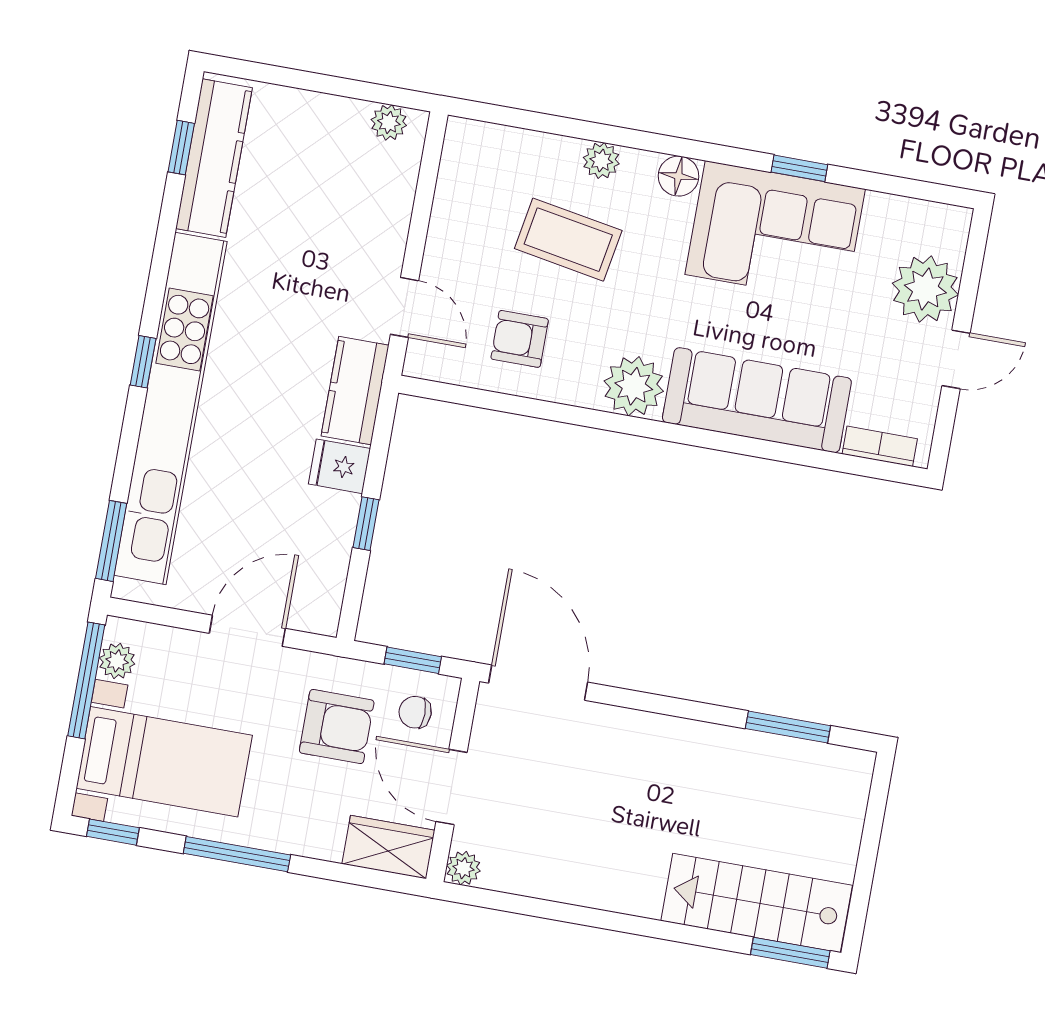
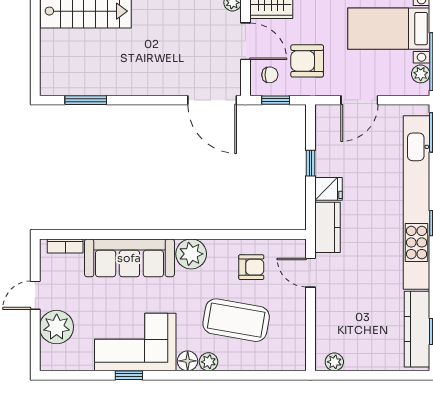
plant: (601, 161) -> (208, 362), moved
coffee table: (568, 240) -> (236, 320), width x1.36, depth x1.32

